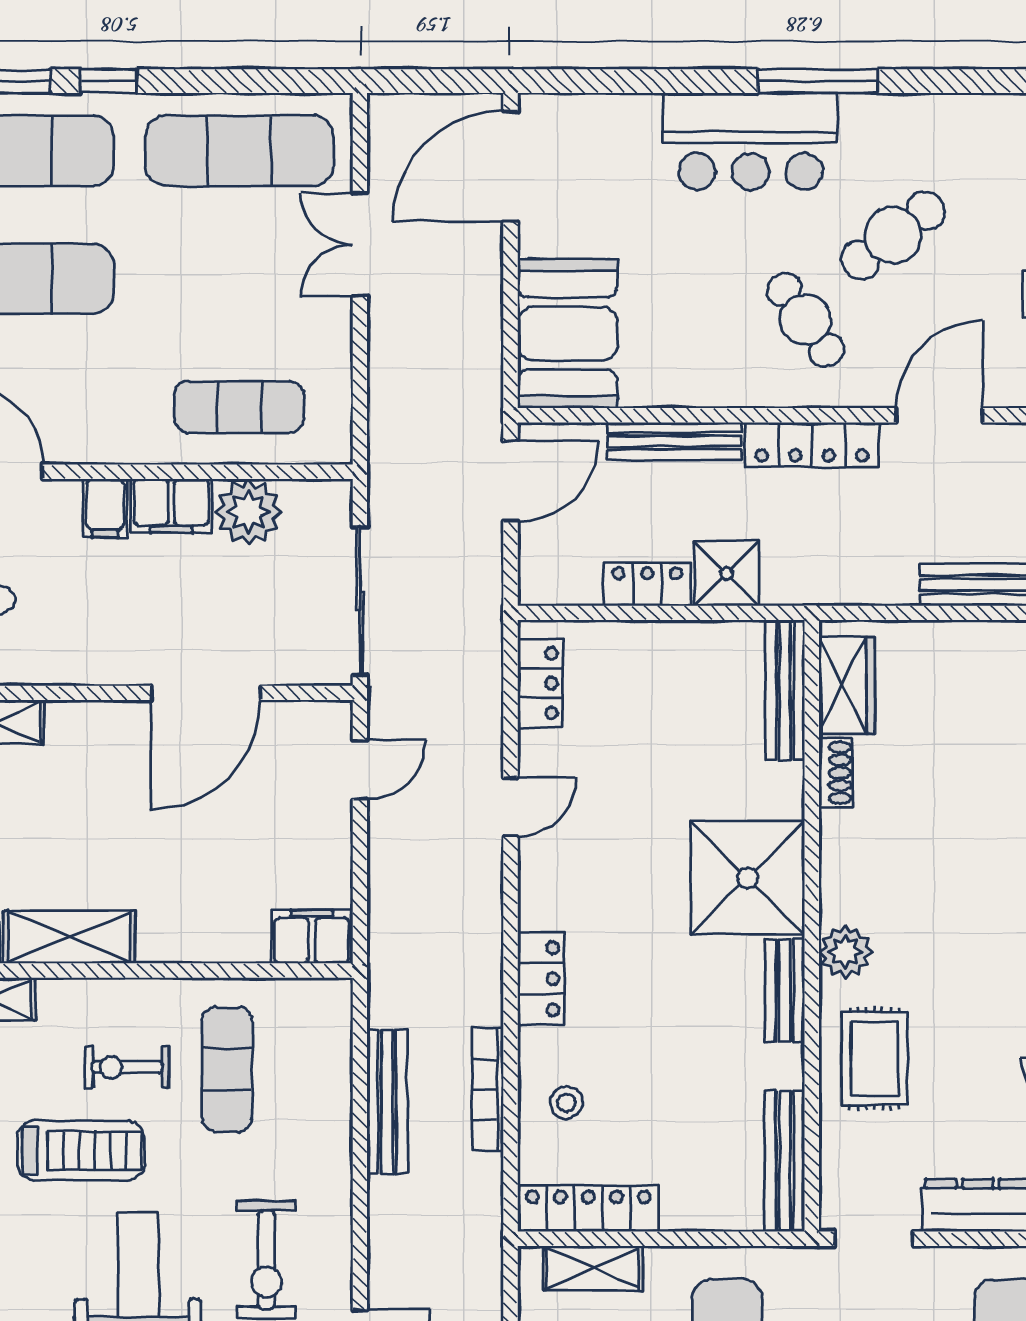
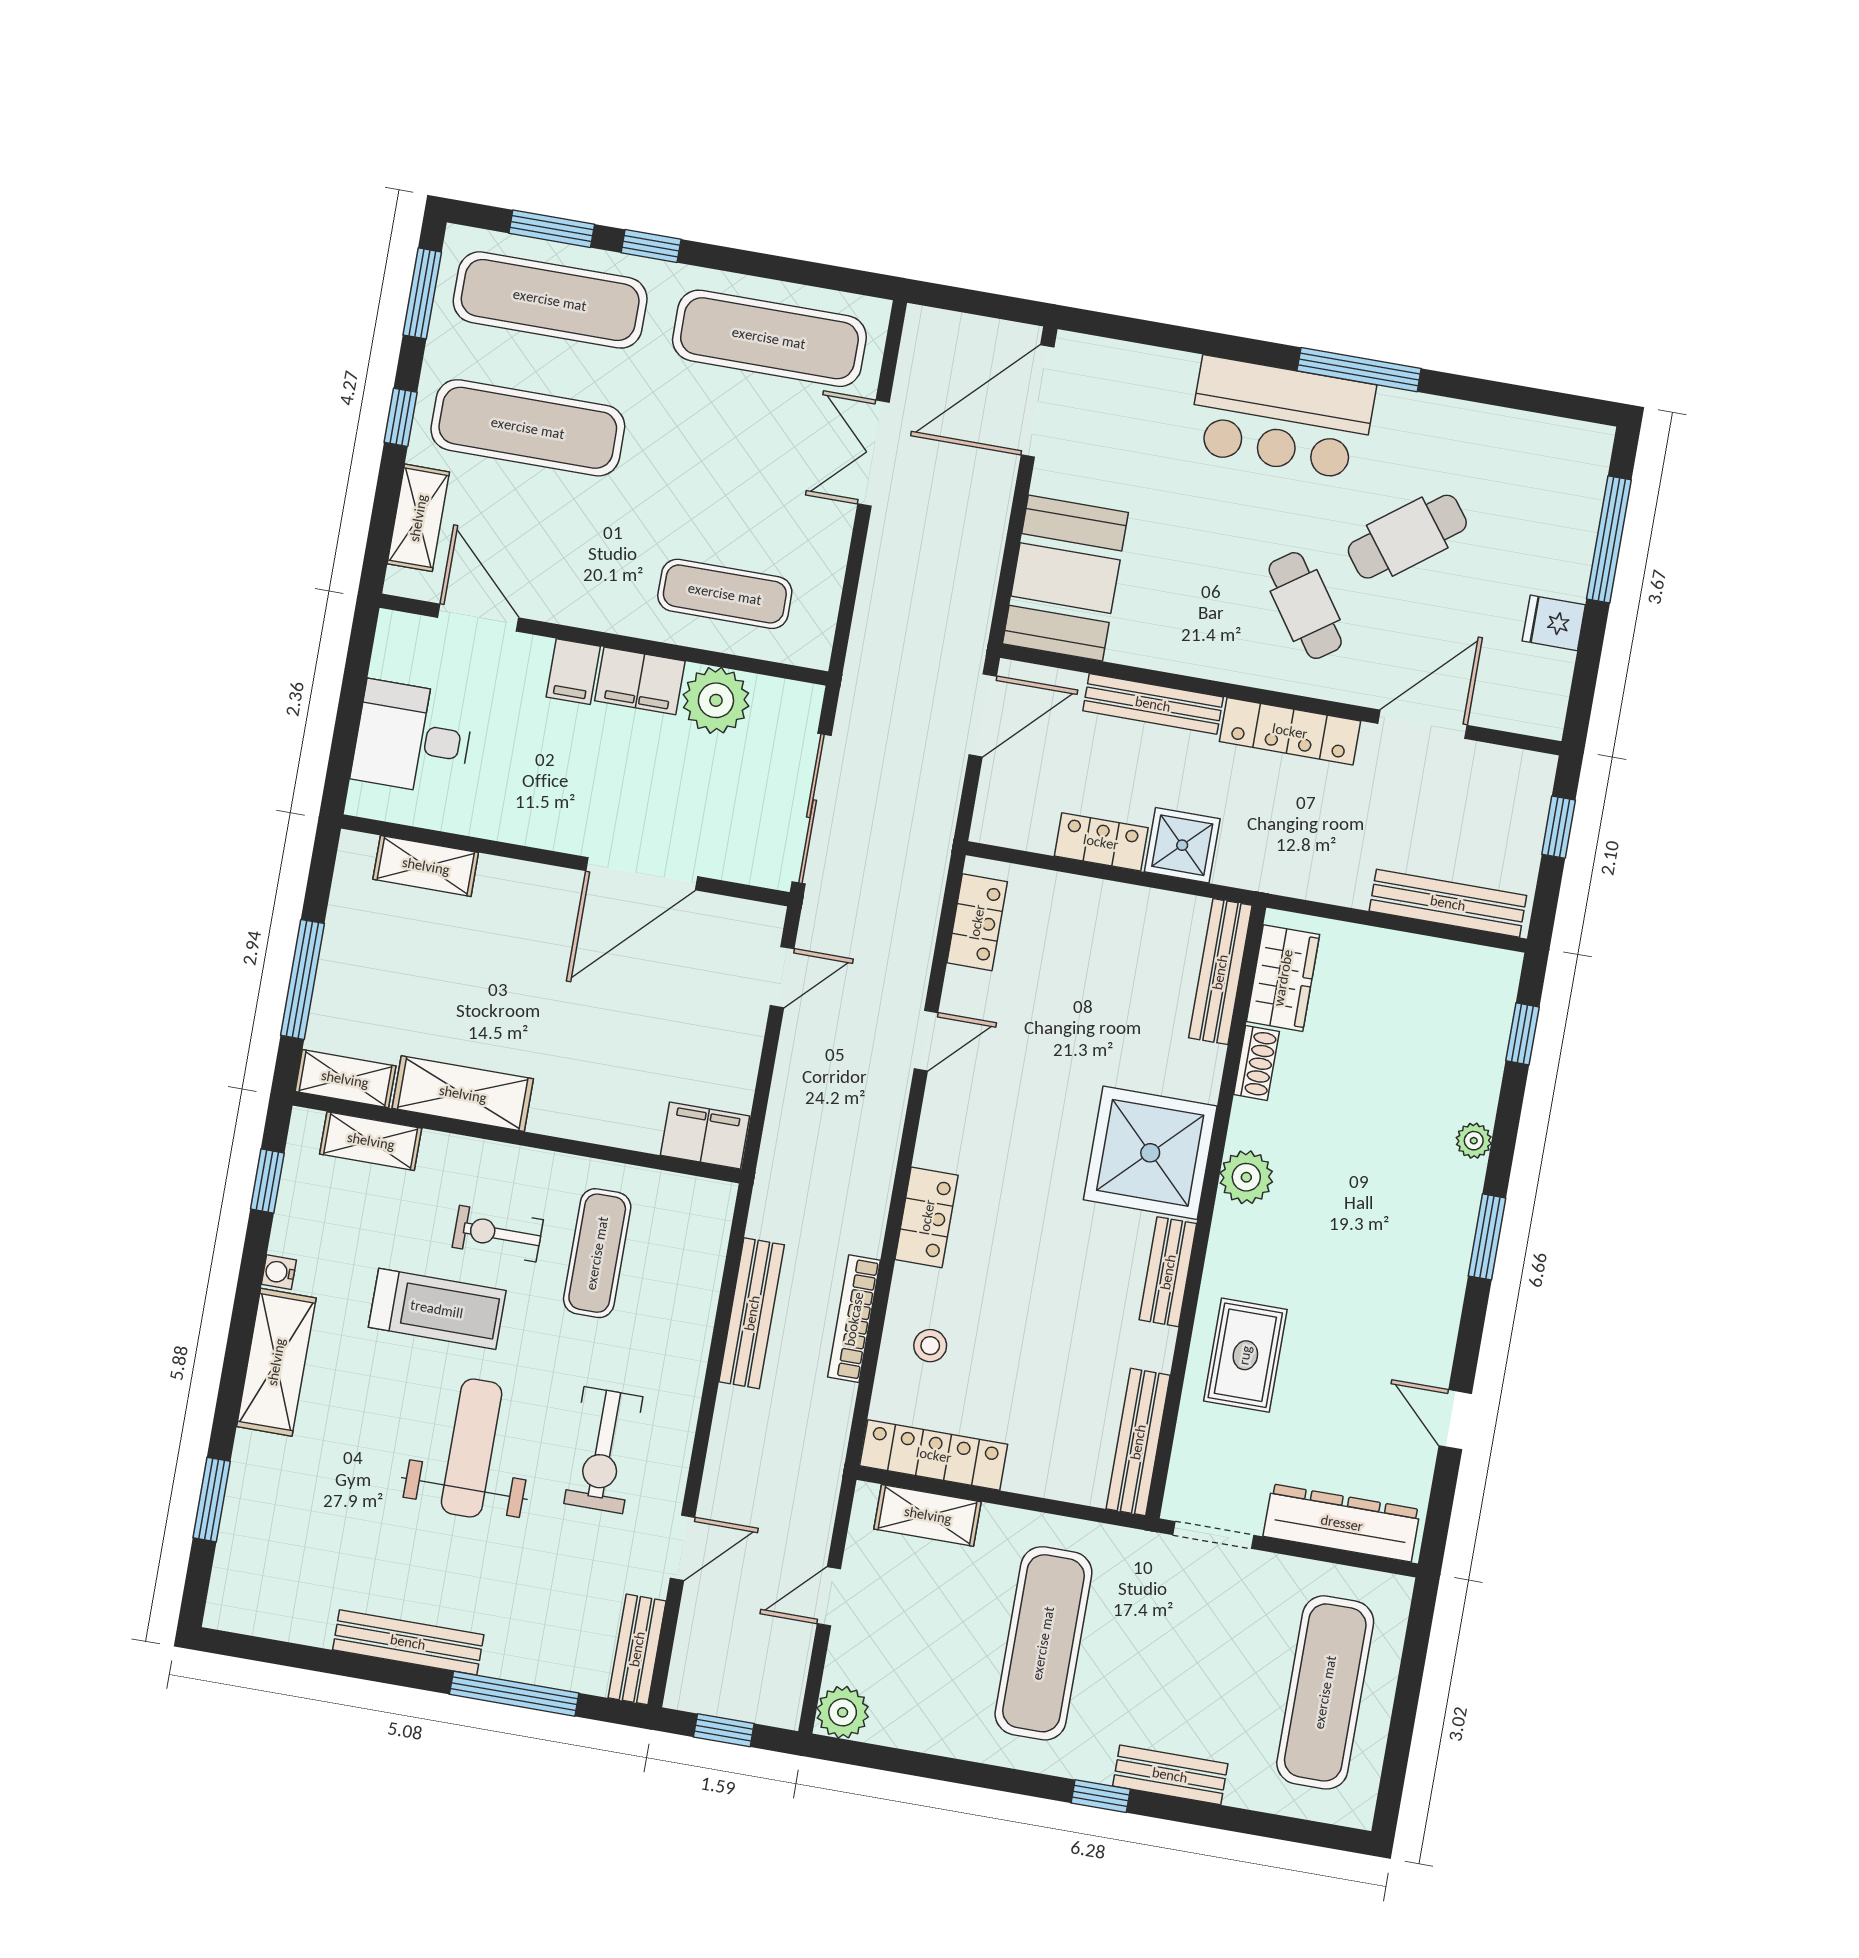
plant: (845, 952) -> (1246, 1177), moved

